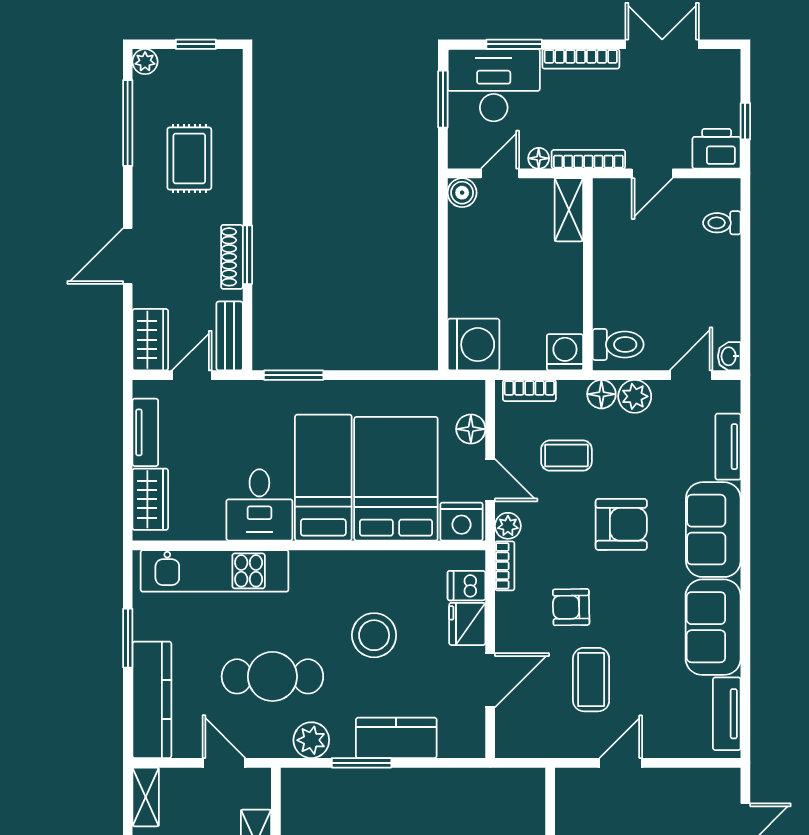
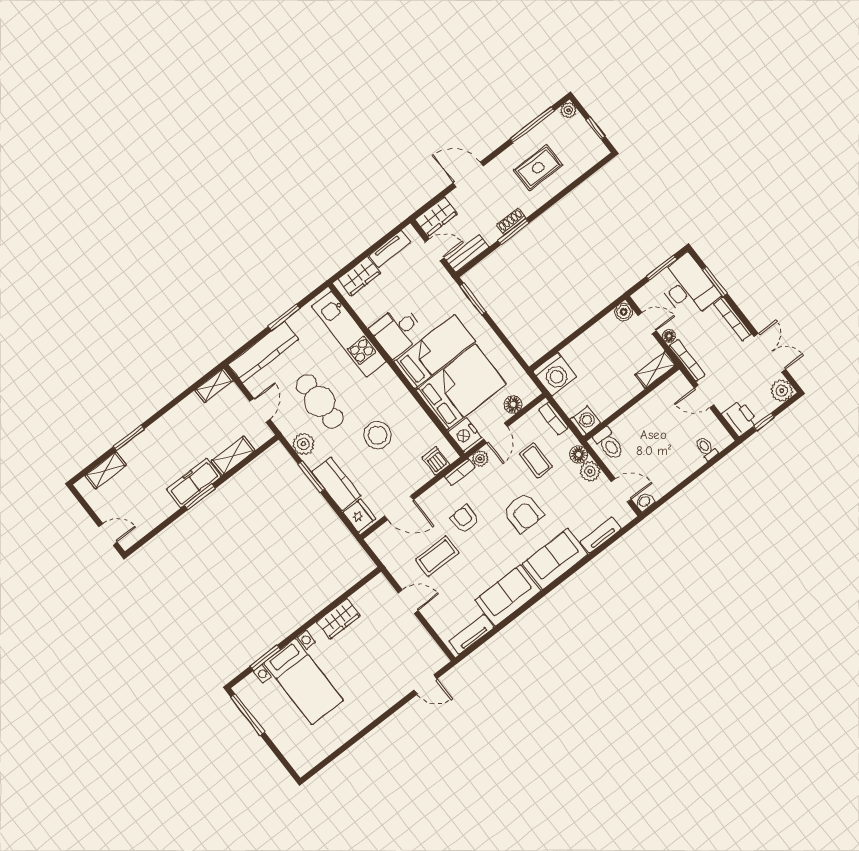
plant: (723, 67) -> (782, 391), added
shoe rack: (232, 257) -> (511, 221), width x0.70
fridge: (467, 624) -> (359, 516), moved, turned 90

